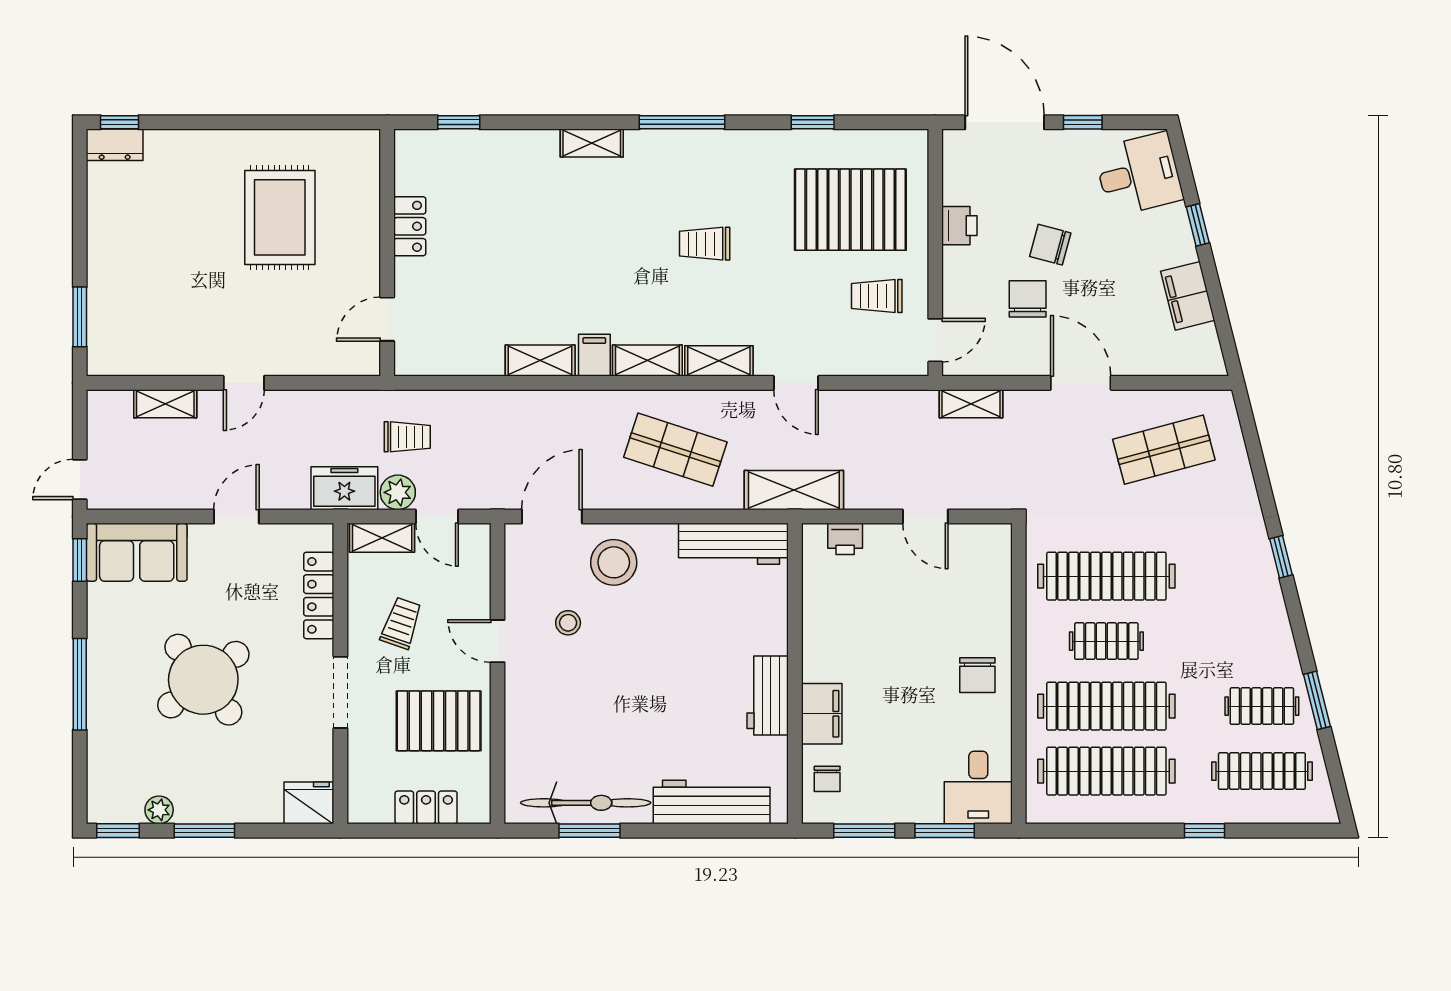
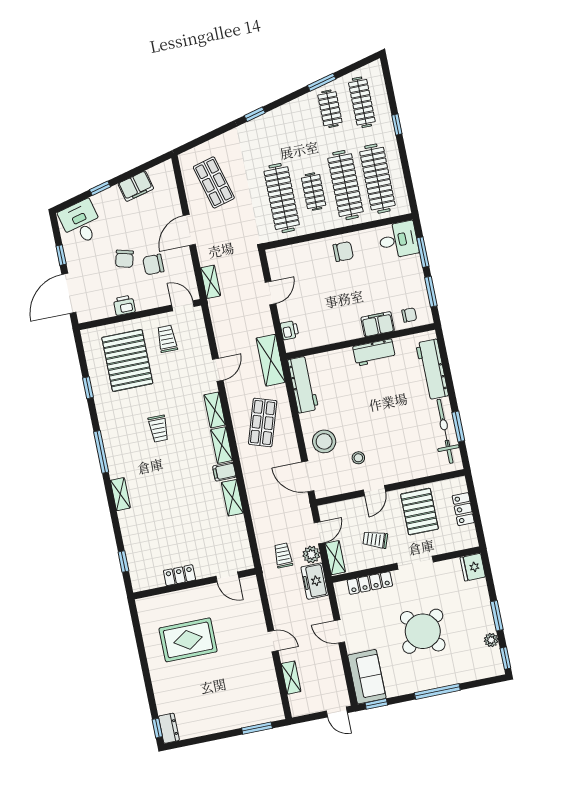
trolley: (877, 296) -> (167, 339), turned 180

